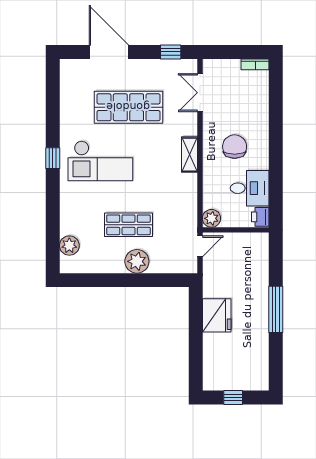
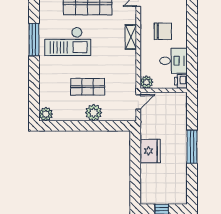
chair: (235, 147) -> (163, 31), turned 90
window: (53, 158) -> (34, 40), width x2.17
plant: (69, 246) -> (46, 114), moved

